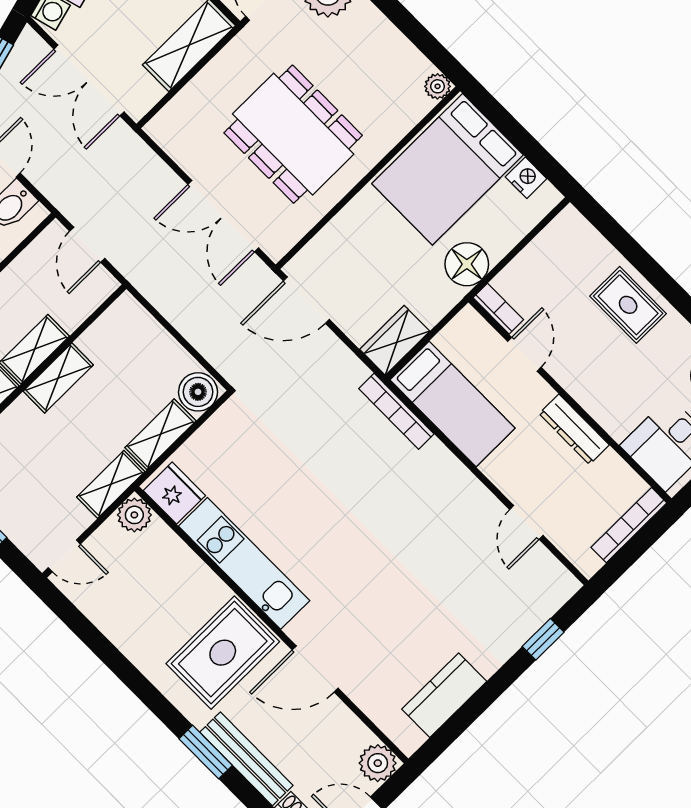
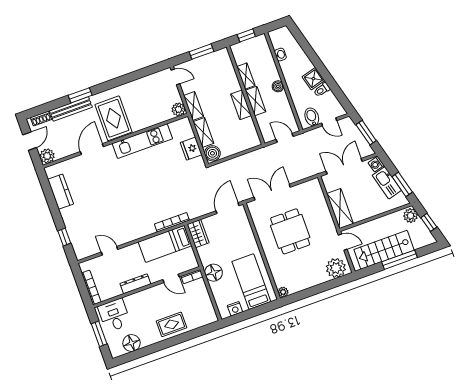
dining table: (293, 134) -> (290, 231), width x0.73
bed: (448, 169) -> (251, 282), width x0.67
fridge: (174, 493) -> (191, 149), moved, turned 90
door: (64, 556) -> (175, 77), swing flipped

